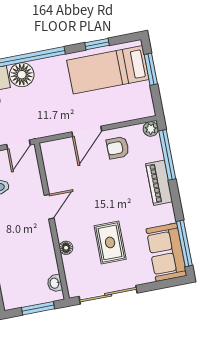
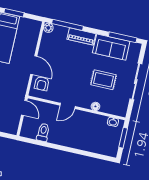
armchair: (118, 148) -> (42, 84), moved
door: (49, 207) -> (68, 106), swing flipped
sofa: (166, 252) -> (111, 47), moved
sliding door: (108, 295) -> (136, 81), moved

